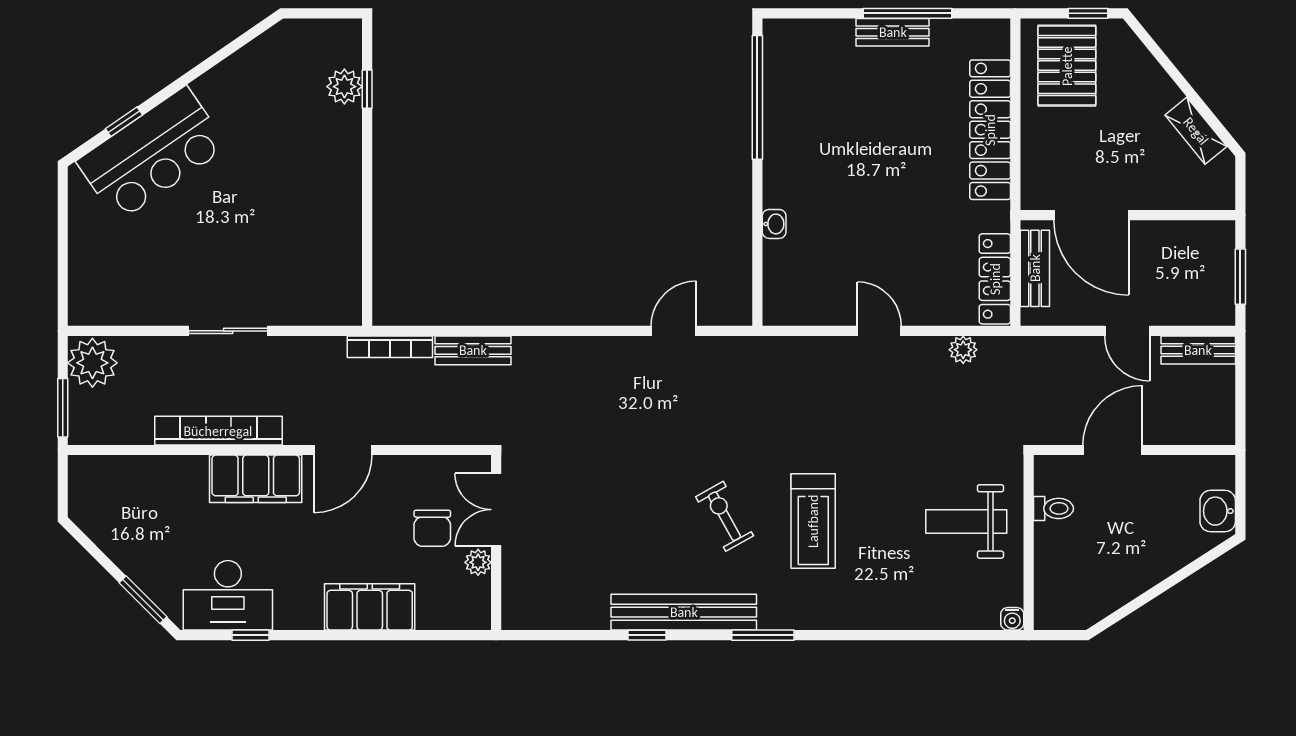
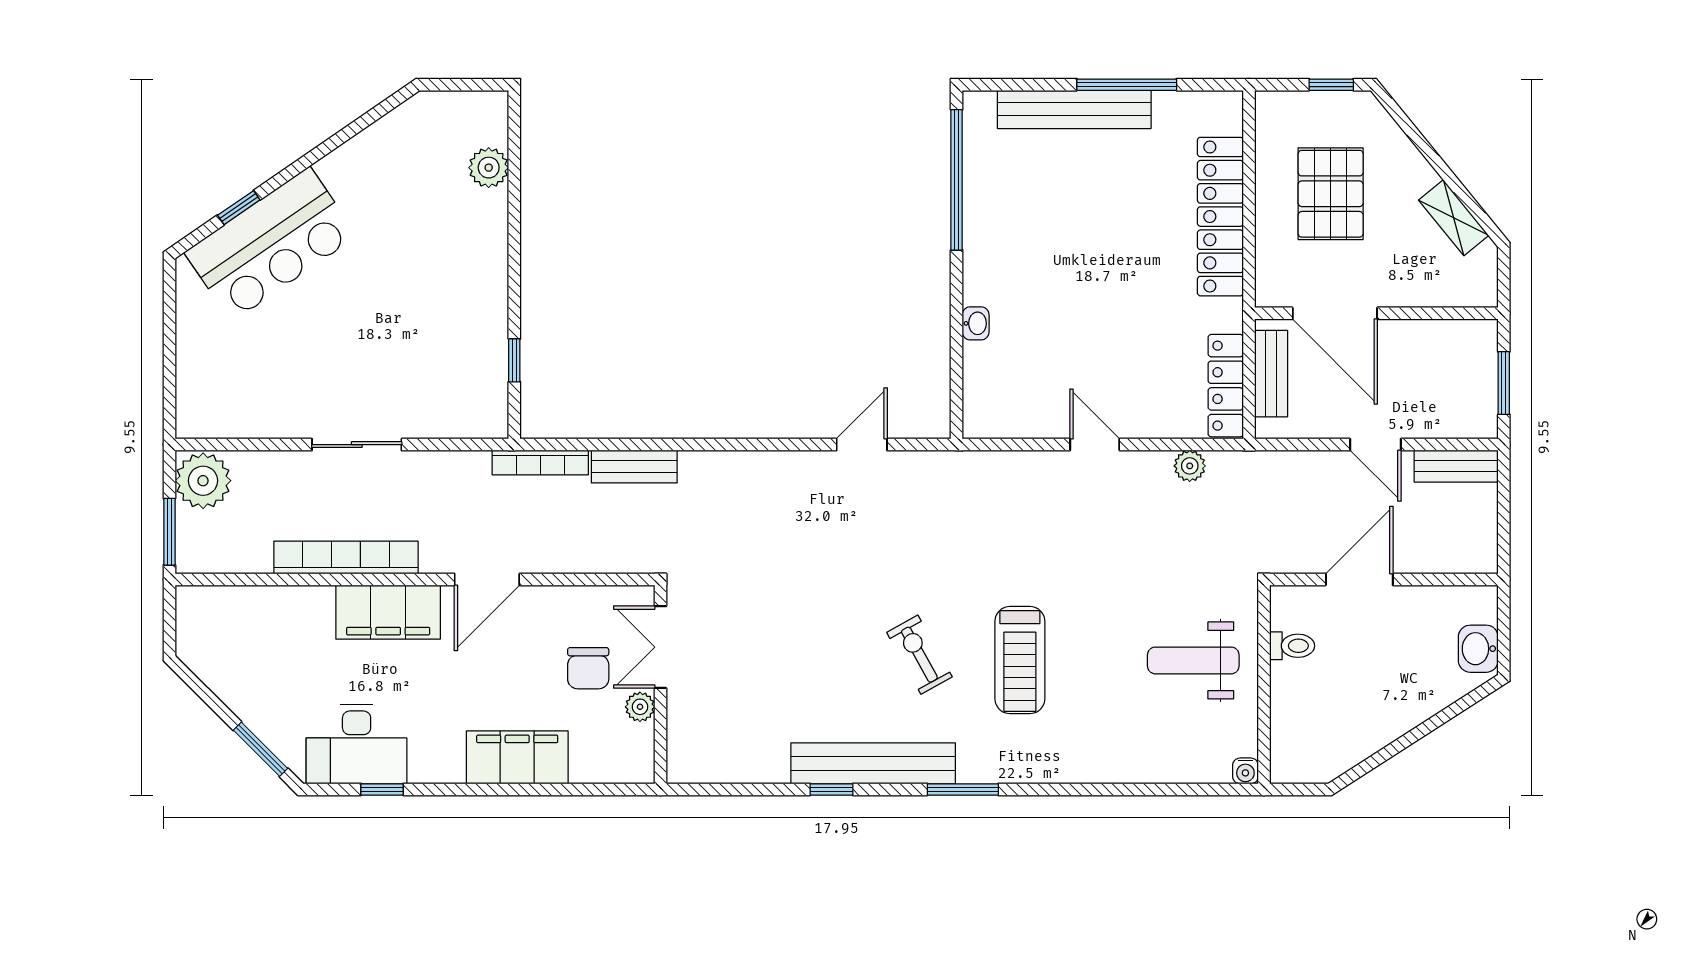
bench: (893, 32) -> (1074, 109), width x1.86, depth x1.21
pallet: (1067, 66) -> (1331, 194), moved
window: (367, 89) -> (514, 360), moved

